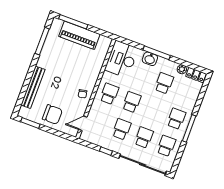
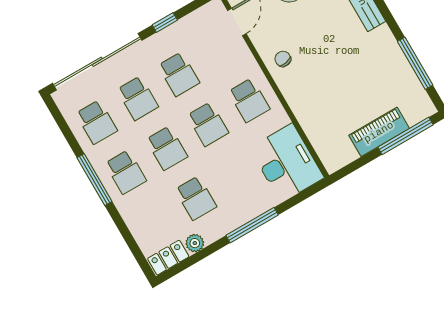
piano: (79, 35) -> (379, 132), width x0.73, depth x0.75
washbasin: (150, 59) -> (251, 207), removed
school desk: (154, 110) -> (167, 148), added

